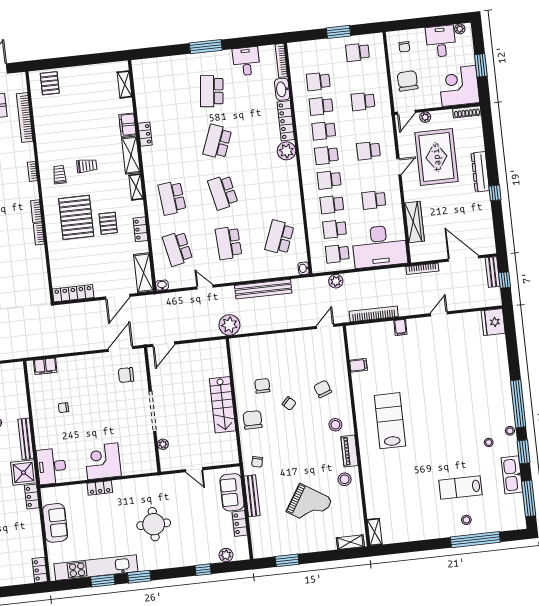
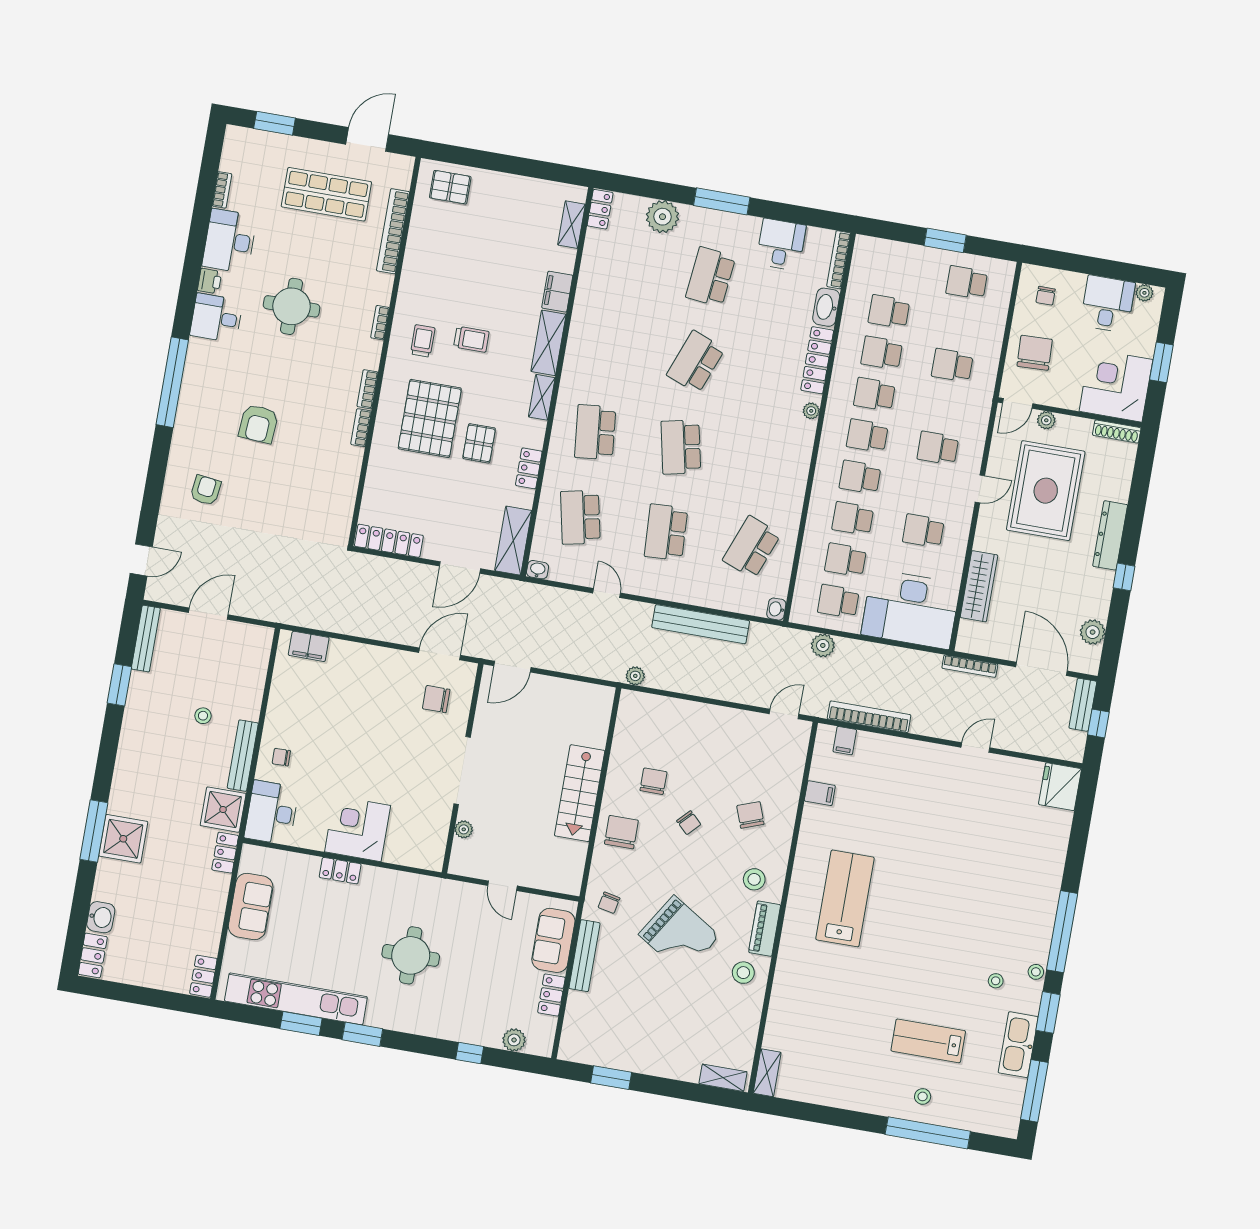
plant: (175, 65) -> (663, 217), added
pallet: (50, 83) -> (450, 187), turned 90
locker: (145, 134) -> (600, 209), moved
plant: (286, 151) -> (811, 411), width x0.53, depth x0.53
plant: (486, 229) -> (1093, 632), added
plant: (229, 325) -> (635, 676), width x0.53, depth x0.53
filing cabinet: (400, 327) -> (845, 741), moved
chair: (63, 408) -> (281, 757), moved
grand piano: (309, 505) -> (679, 935), moved

